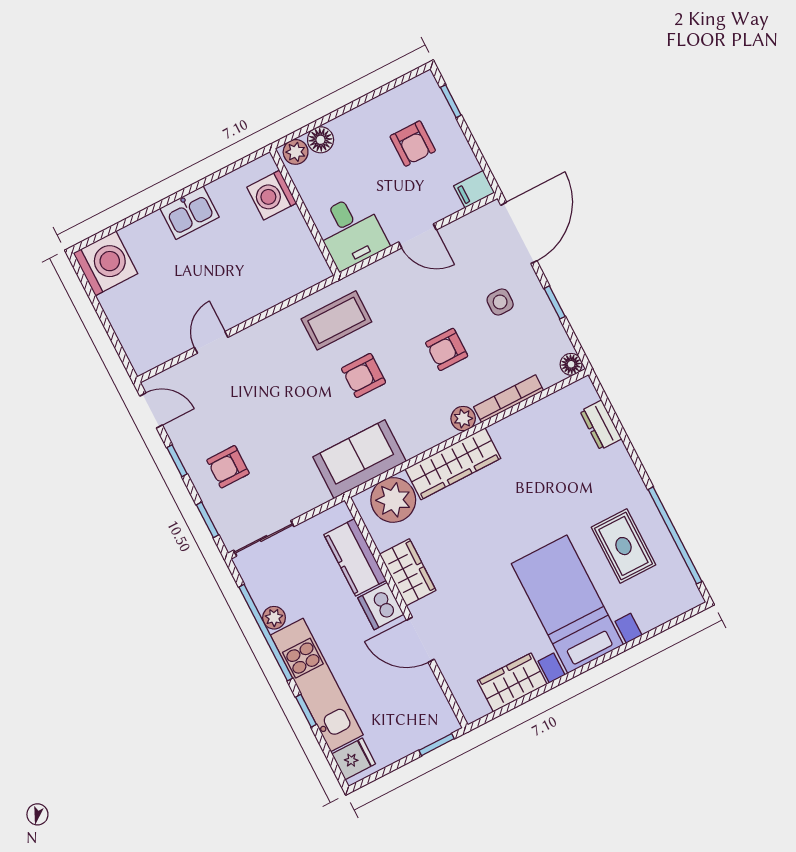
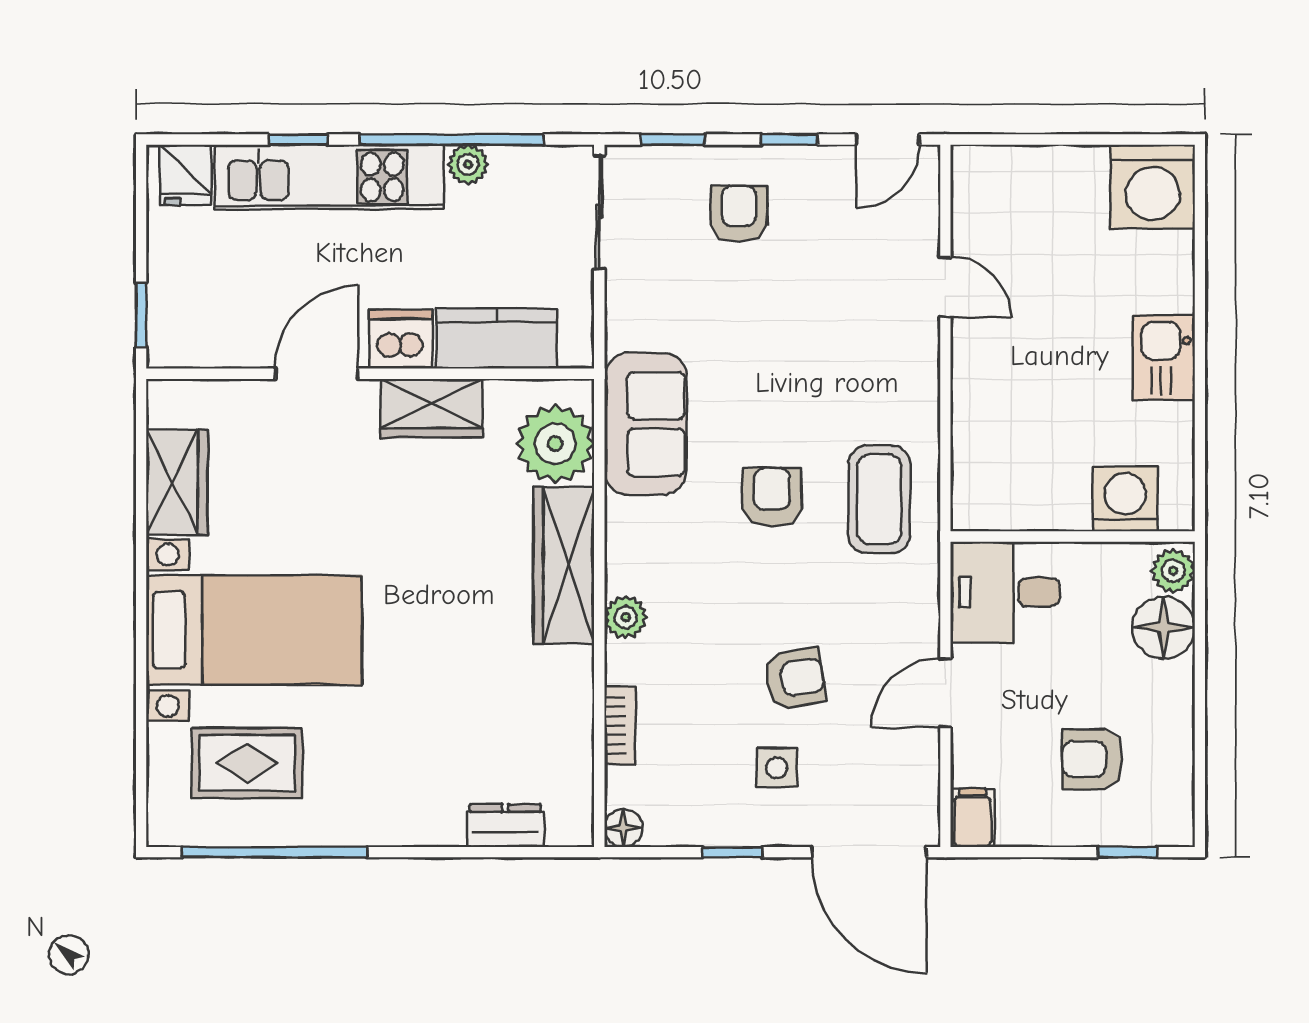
floor lamp: (321, 140) -> (1164, 628), width x1.38, depth x1.38
armchair: (447, 349) -> (795, 679), moved, turned 80
bookcase: (509, 399) -> (620, 725), width x0.64
rug: (623, 546) -> (247, 763), moved

